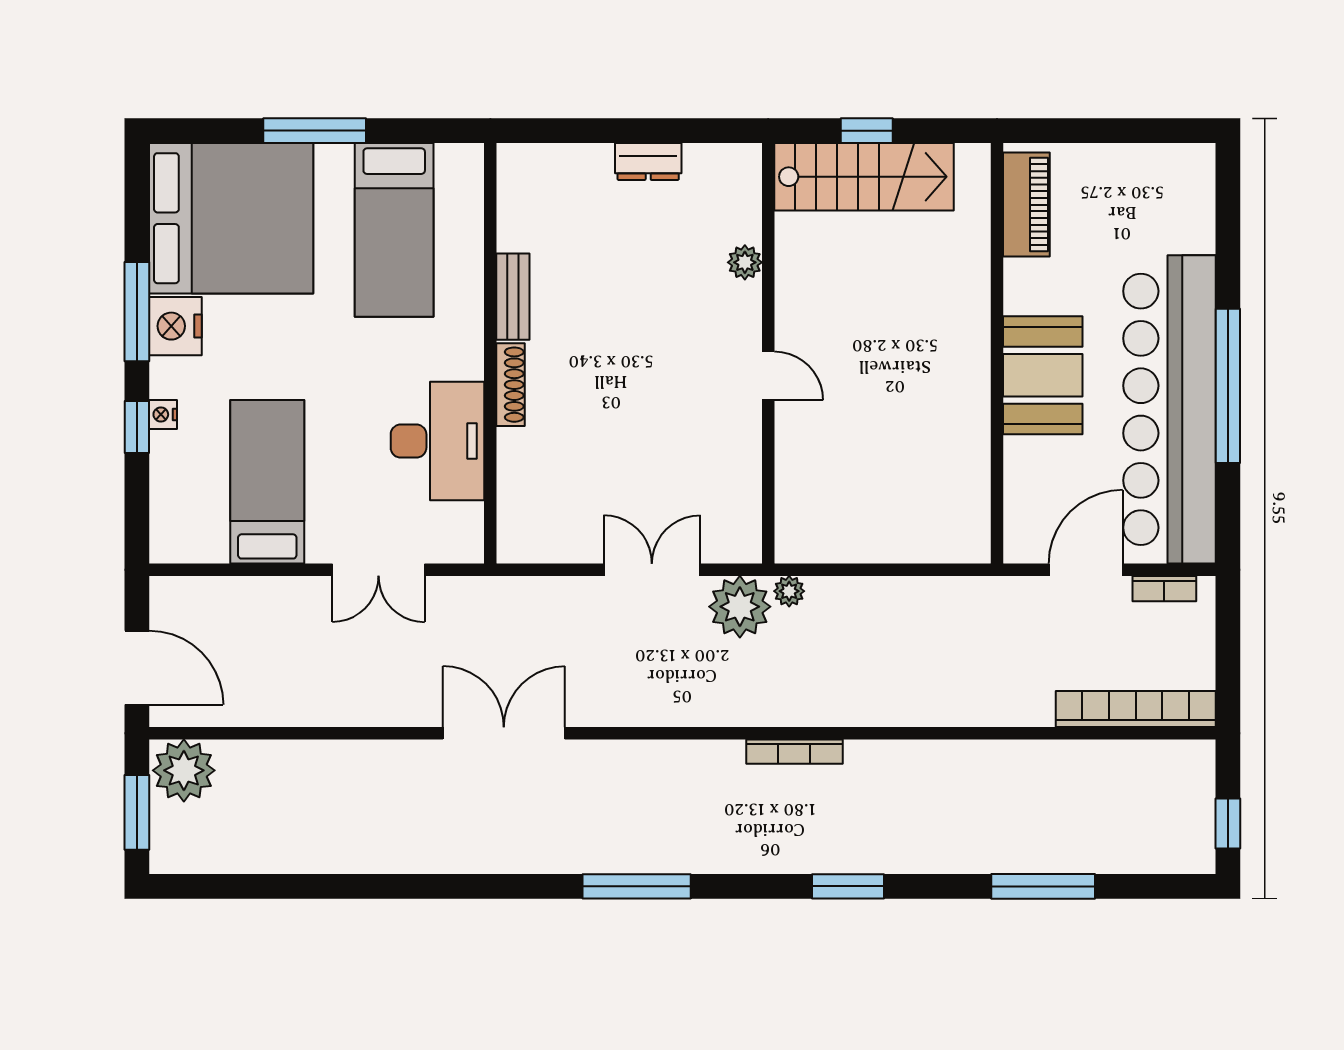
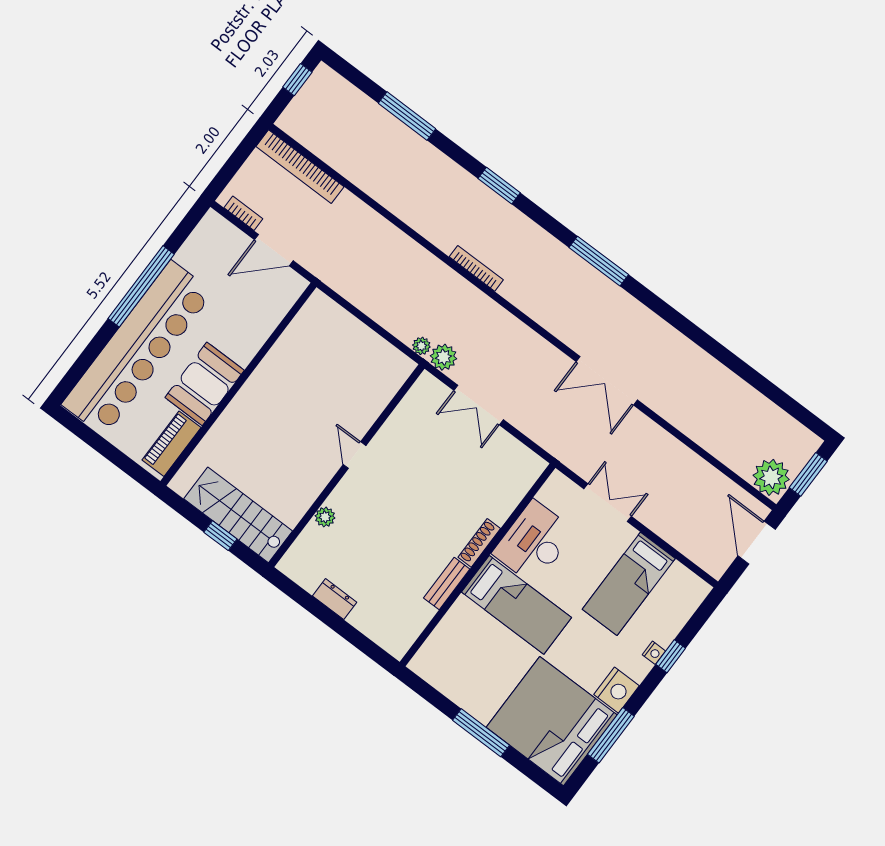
bed: (394, 230) -> (516, 605), moved, turned 90
window: (137, 312) -> (611, 735), moved
booth: (1043, 375) -> (205, 384), moved
bar counter: (1169, 409) -> (138, 348), moved
plant: (740, 607) -> (443, 357), width x0.73, depth x0.73

